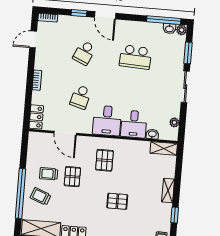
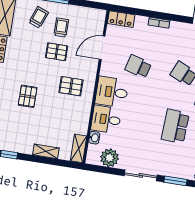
plant: (174, 122) -> (110, 158), width x1.87, depth x1.87
shelving: (168, 191) -> (46, 151), moved

